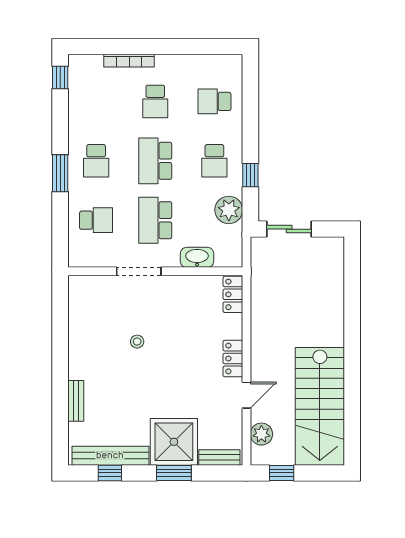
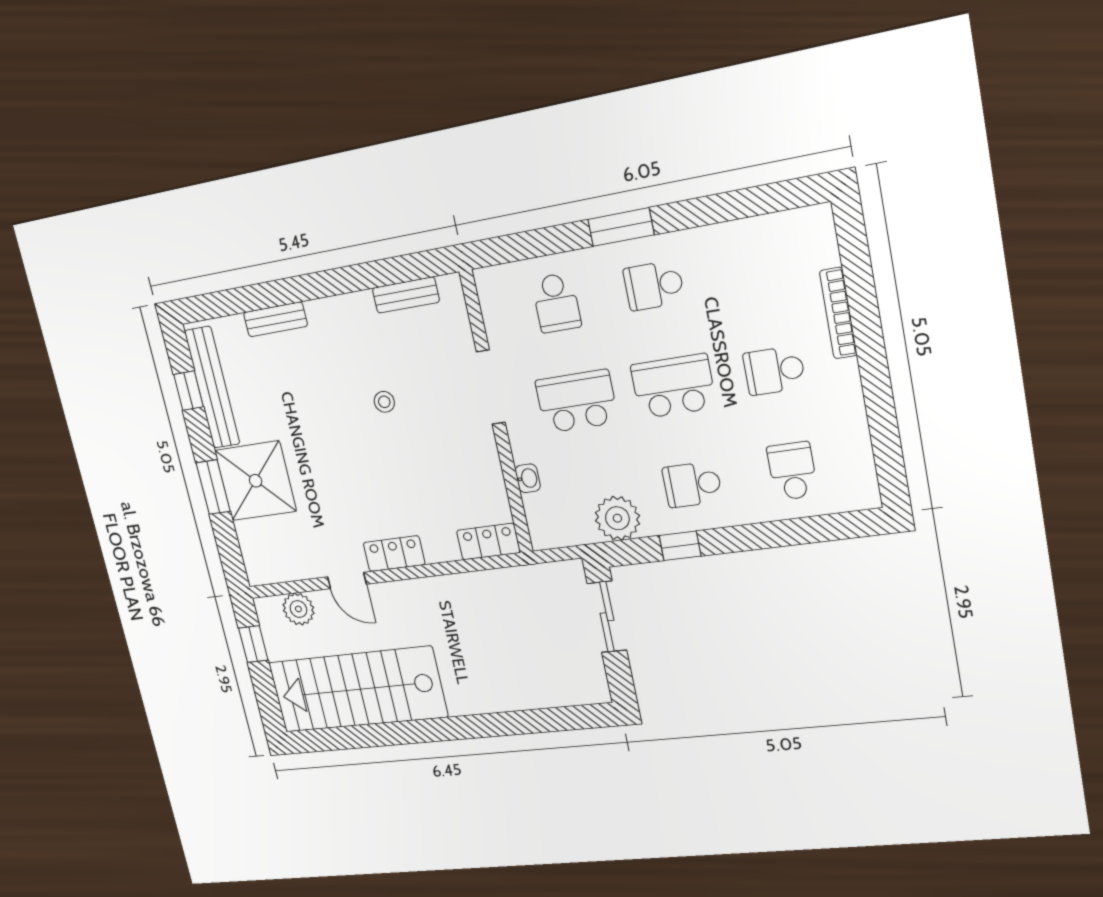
window: (60, 78) -> (787, 195), removed
washbasin: (197, 257) -> (528, 478), width x0.52, depth x0.69
bench: (219, 457) -> (406, 295), moved, turned 90

